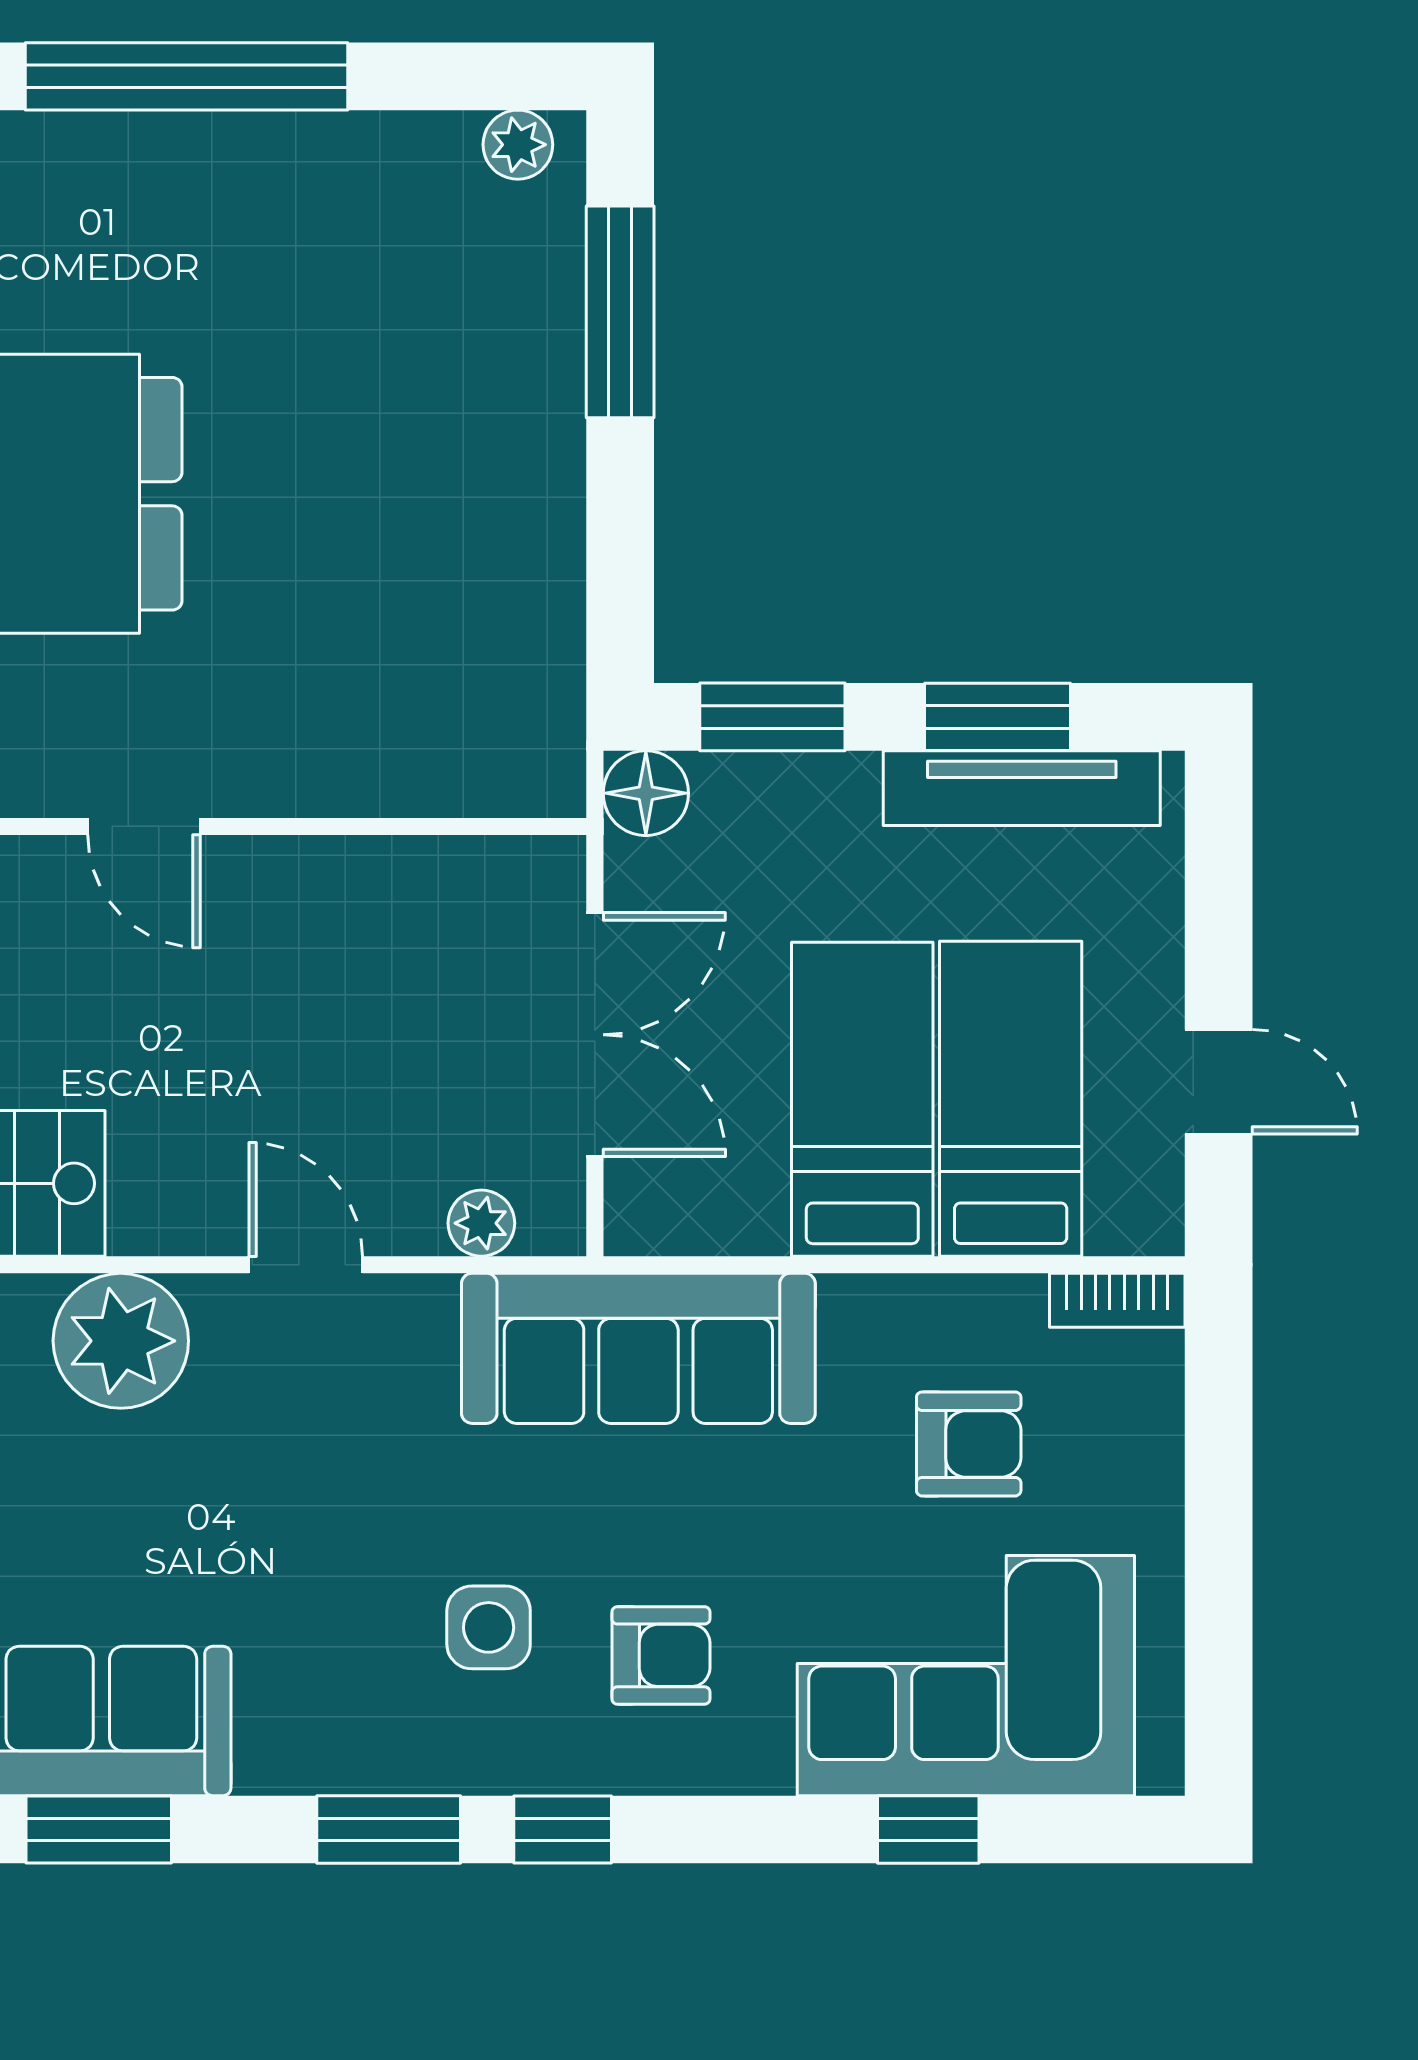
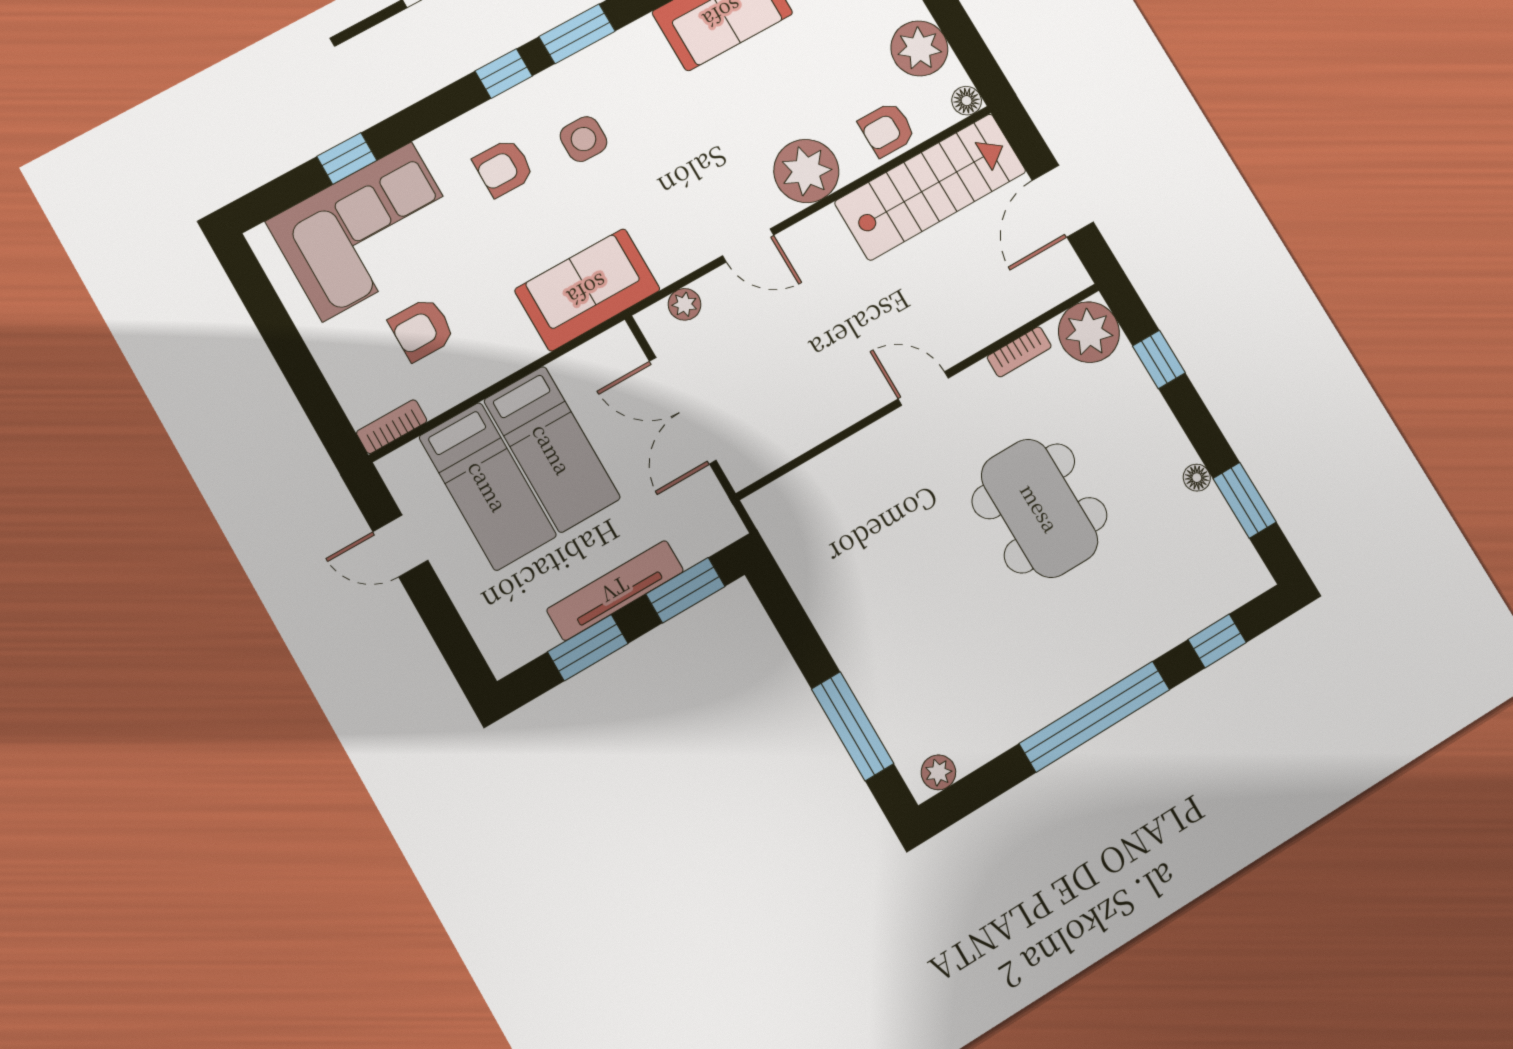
tv unit: (1022, 788) -> (615, 590), moved
floor lamp: (646, 793) -> (721, 526), removed
sofa: (638, 1348) -> (587, 290), width x0.73

